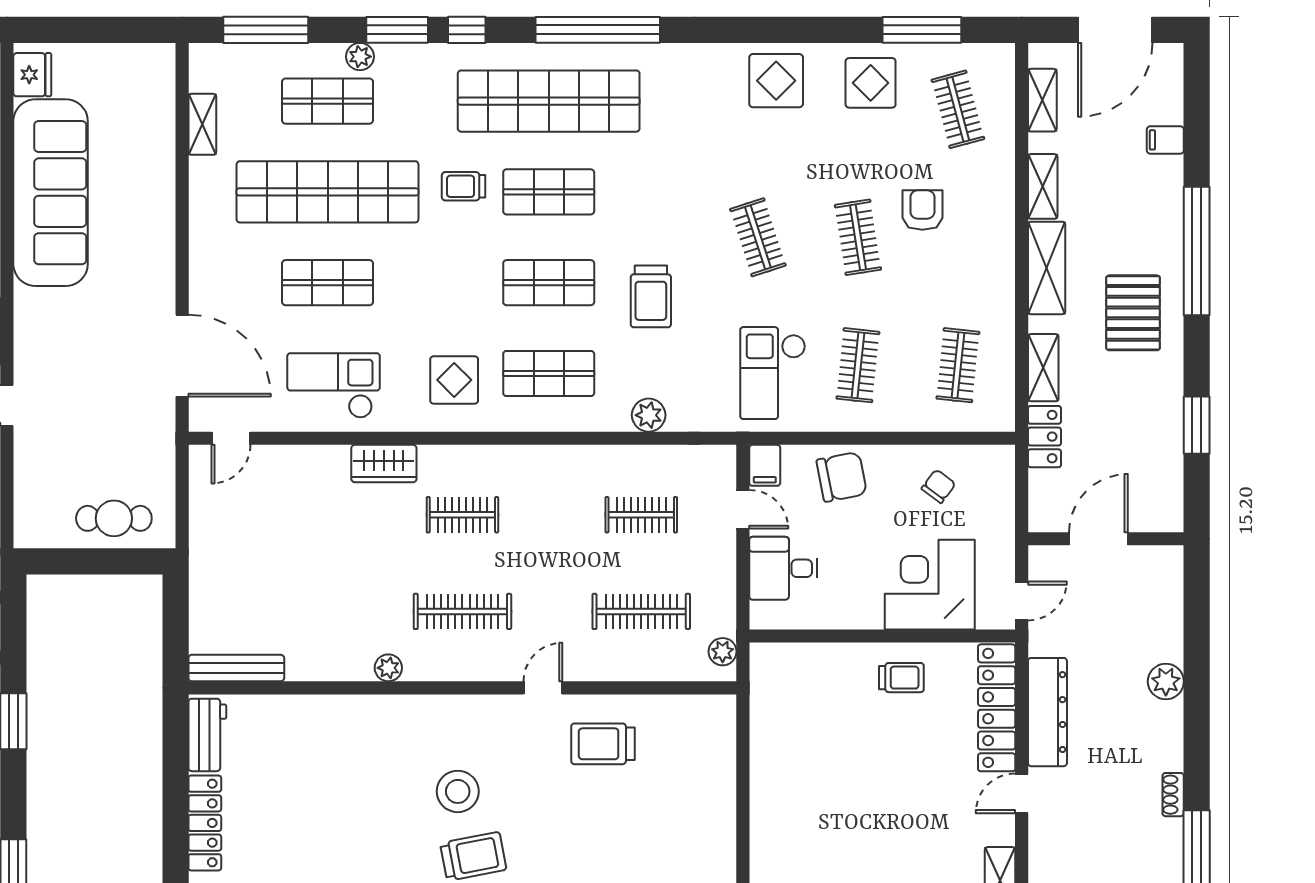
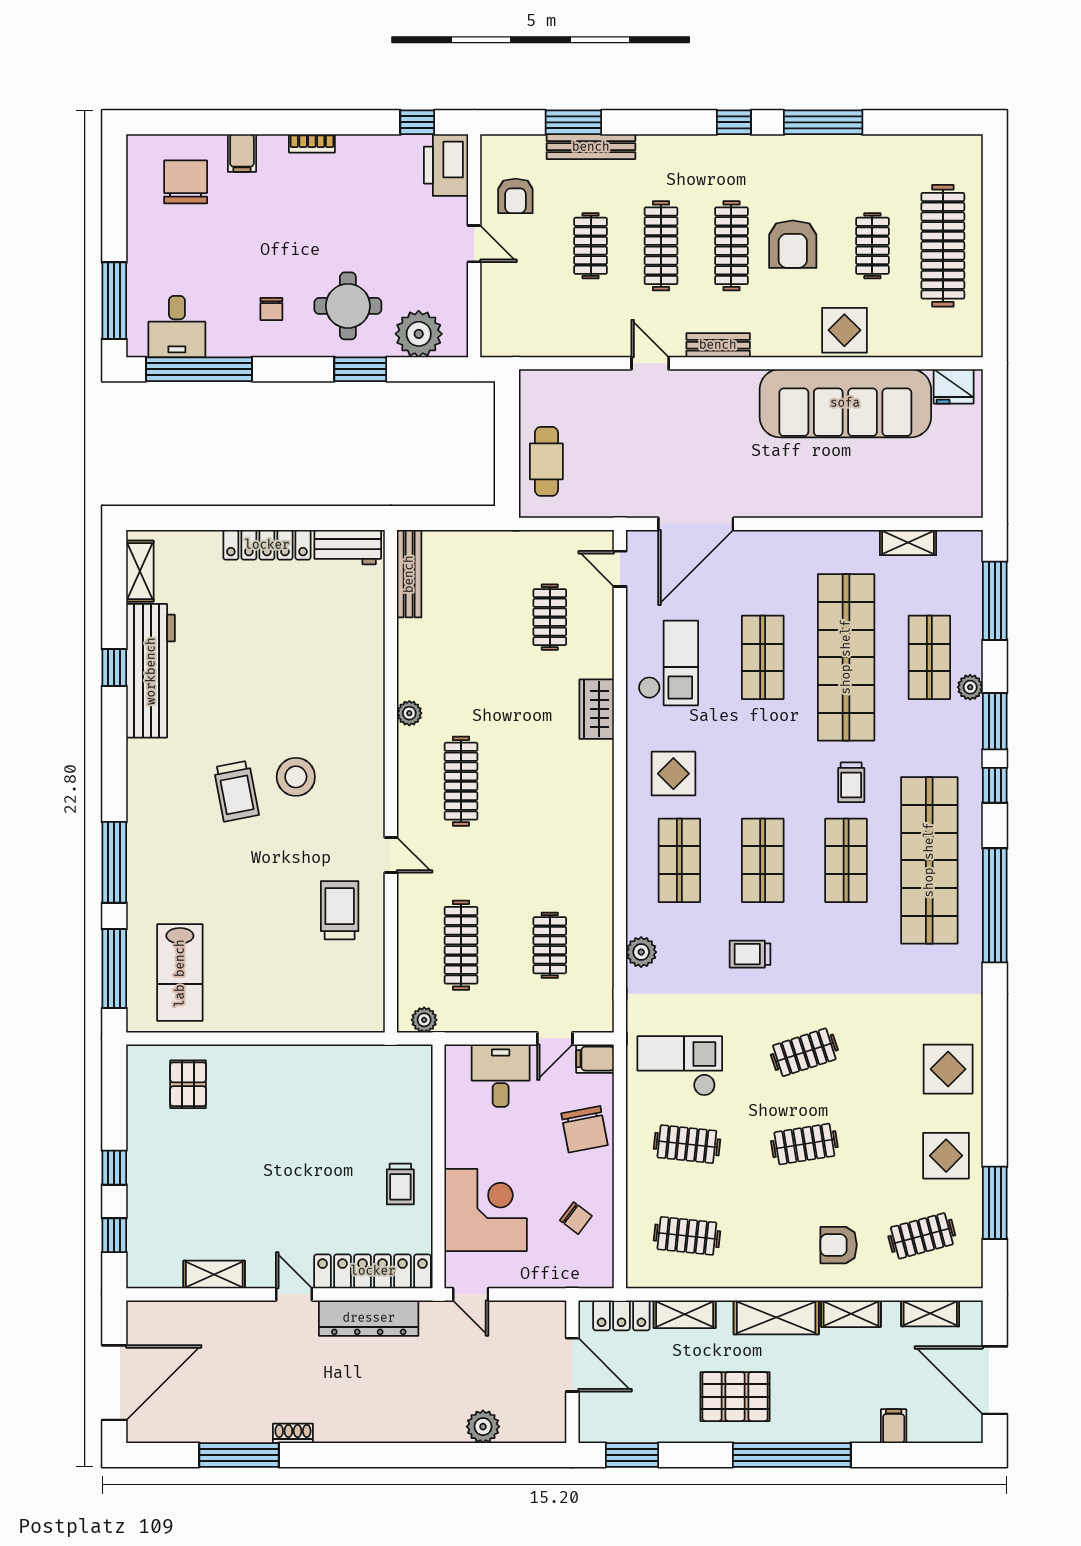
trolley: (464, 186) -> (851, 782), turned 180
armchair: (922, 210) -> (839, 1245), moved, turned 180
trolley: (651, 296) -> (750, 954), width x0.73, depth x0.72
clothes rail: (462, 515) -> (550, 617), moved
door: (1098, 539) -> (572, 1365), moved
wall: (1106, 539) -> (572, 1372), moved
plant: (1166, 682) -> (483, 1427), moved

